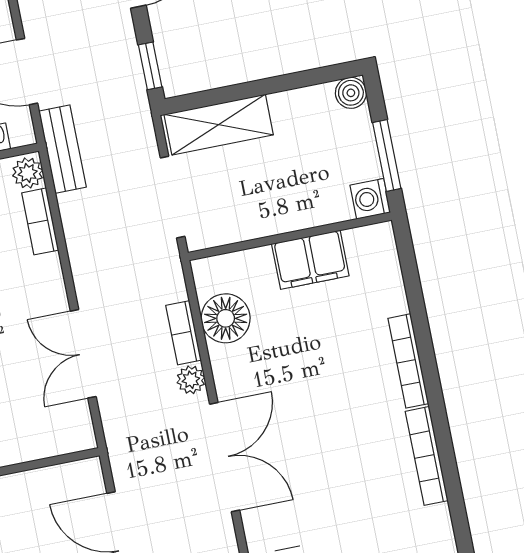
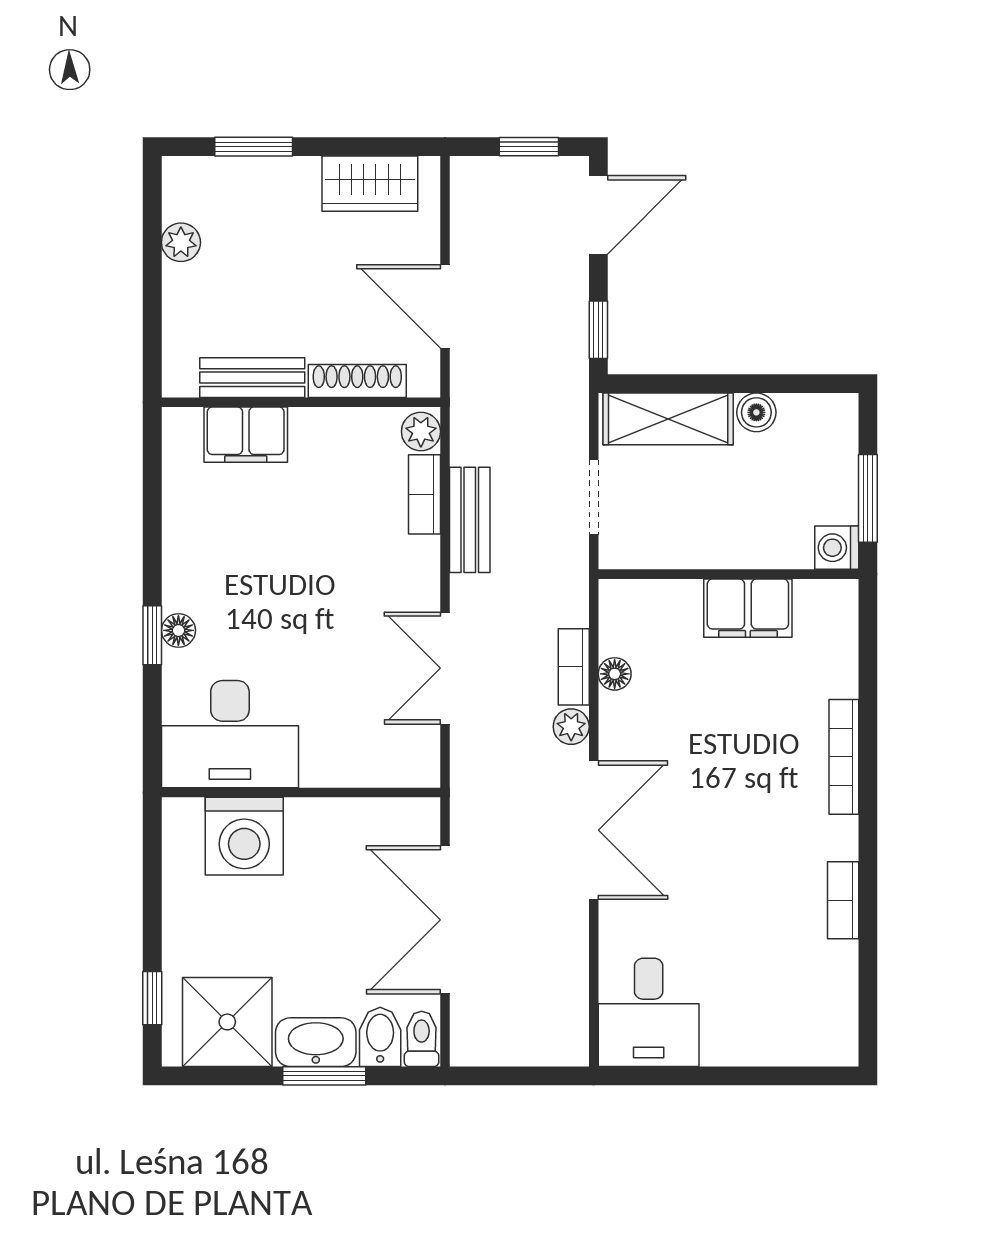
boiler: (351, 93) -> (756, 412), moved
bench: (62, 149) -> (470, 520), moved
doorway: (173, 197) -> (594, 497), width x0.73
floor lamp: (226, 318) -> (615, 674), width x0.53, depth x0.53
bookcase: (427, 456) -> (843, 900), width x0.64

